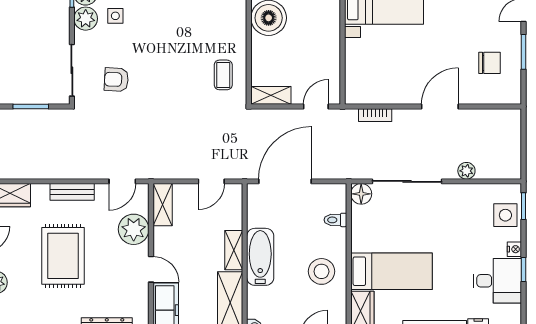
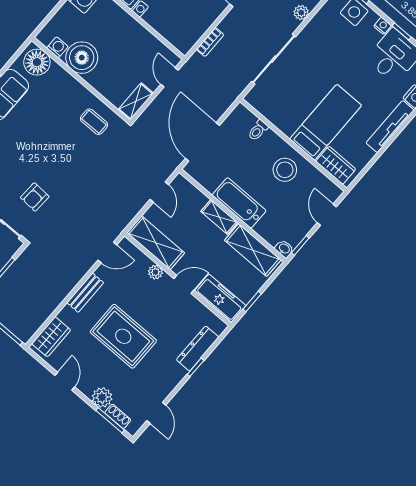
door: (122, 181) -> (107, 253), hinge flipped
floor lamp: (361, 194) -> (255, 97), removed
shelving: (163, 205) -> (156, 243), width x1.50, depth x1.33
plant: (134, 229) -> (155, 272), width x0.53, depth x0.53

